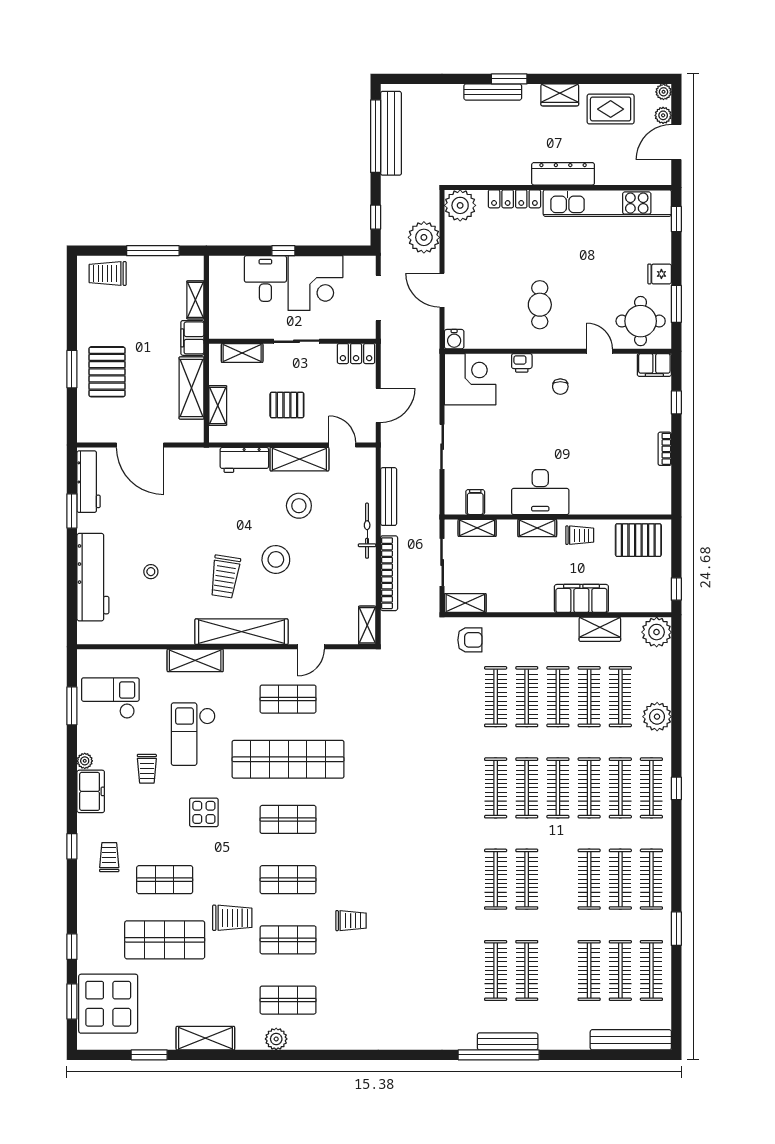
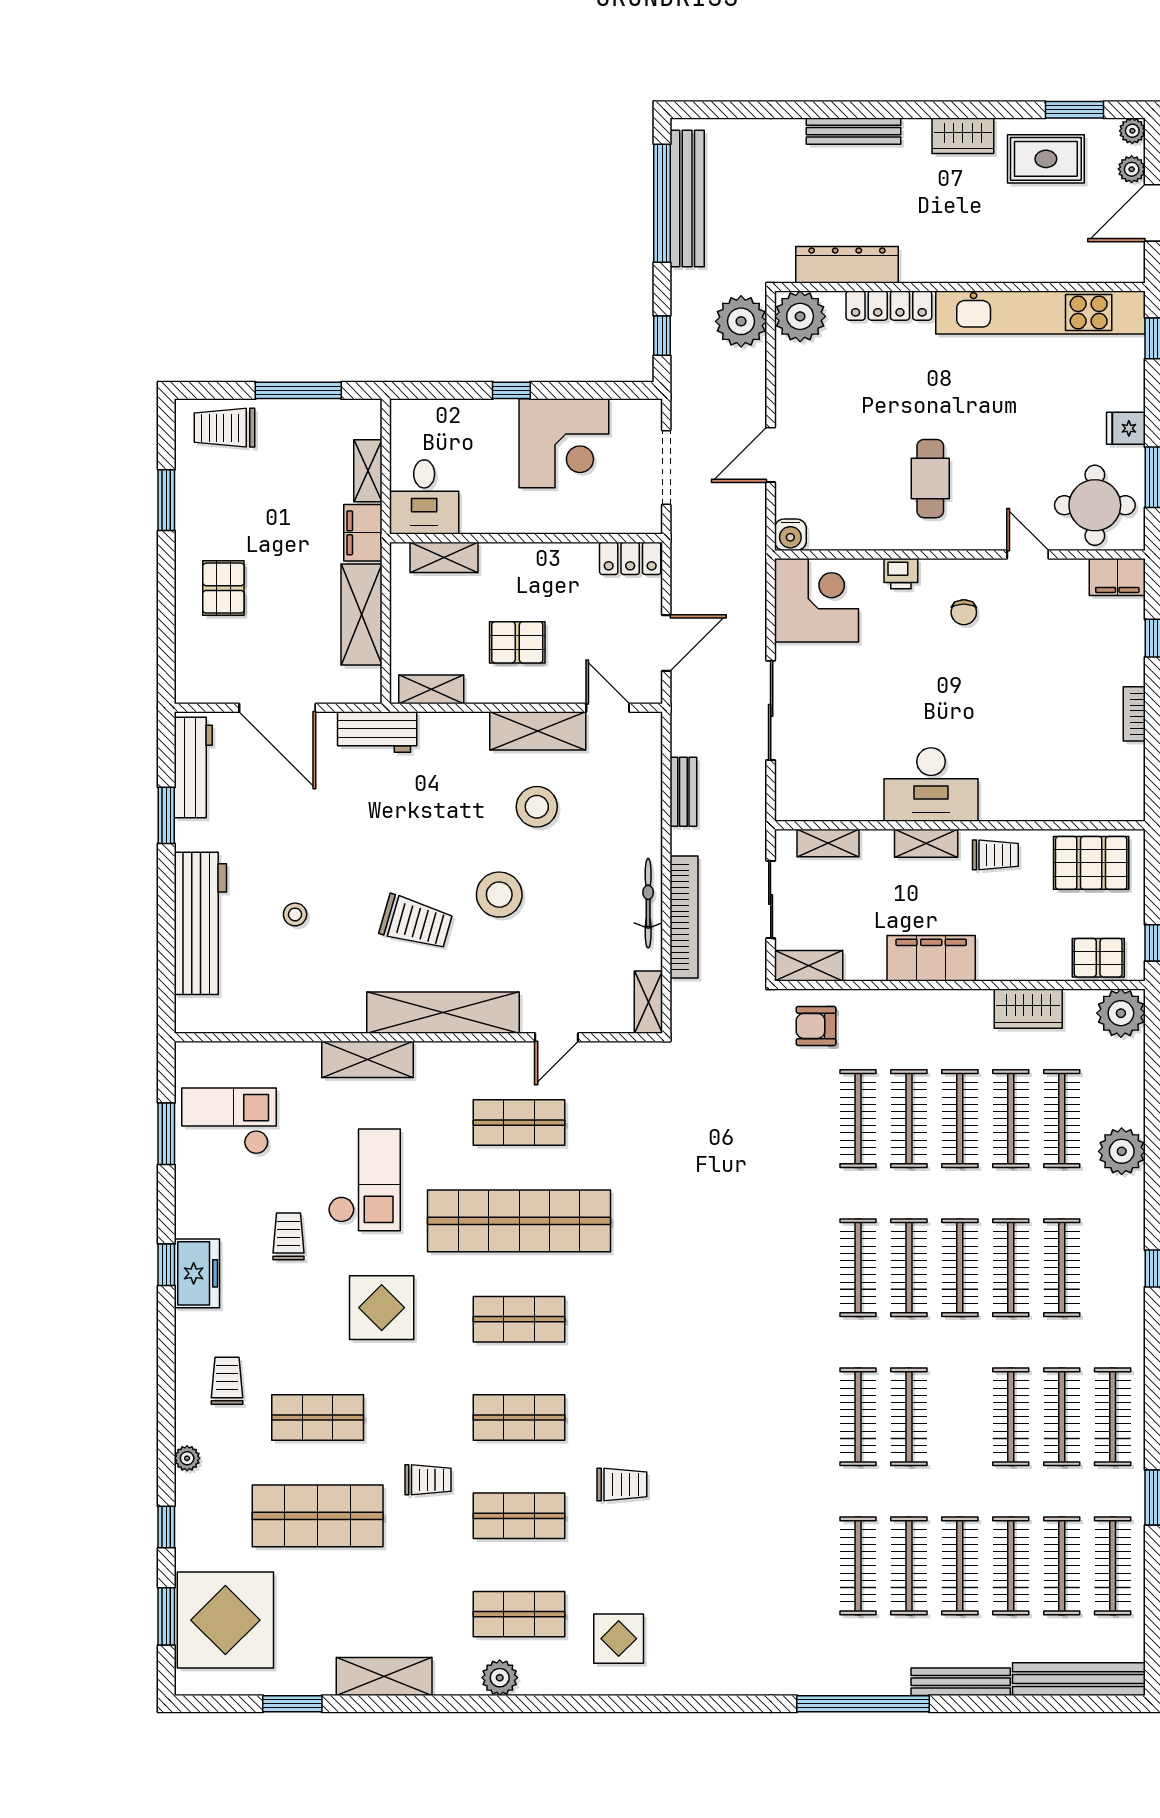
window: (509, 79) -> (1075, 110), moved
dresser: (563, 174) -> (847, 265), moved
plant: (424, 237) -> (741, 321), moved
desk: (265, 278) -> (424, 497), moved, turned 180
door: (442, 290) -> (771, 455), hinge flipped
sliding door: (296, 341) -> (533, 538), removed
window: (72, 369) -> (166, 500), moved
pallet: (107, 372) -> (223, 588), width x0.67, depth x0.71
shelving: (218, 405) -> (431, 689), moved, turned 90
sliding door: (442, 447) -> (771, 710), width x1.37
workbench: (244, 460) -> (377, 732), moved
bench: (389, 497) -> (683, 792), width x0.73
filing cabinet: (475, 502) -> (825, 801), removed
bicycle: (367, 531) -> (648, 903), moved
trolley: (225, 576) -> (416, 922), turned -83
filing cabinet: (581, 598) -> (931, 958), moved
pallet: (643, 598) -> (1098, 958), added
armchair: (470, 640) -> (816, 1026), turned 180
checkout: (193, 734) -> (364, 1180), turned 180
plant: (85, 761) -> (187, 1458), moved
trolley: (147, 769) -> (289, 1236), turned 180
clothes rail: (651, 788) -> (960, 1566), moved
display table: (204, 812) -> (382, 1308), width x1.36, depth x1.36
window: (72, 846) -> (166, 1265), moved
trolley: (232, 918) -> (428, 1480), width x0.73, depth x0.72
display table: (349, 1015) -> (619, 1639), added
bench: (508, 1041) -> (961, 1682), moved

